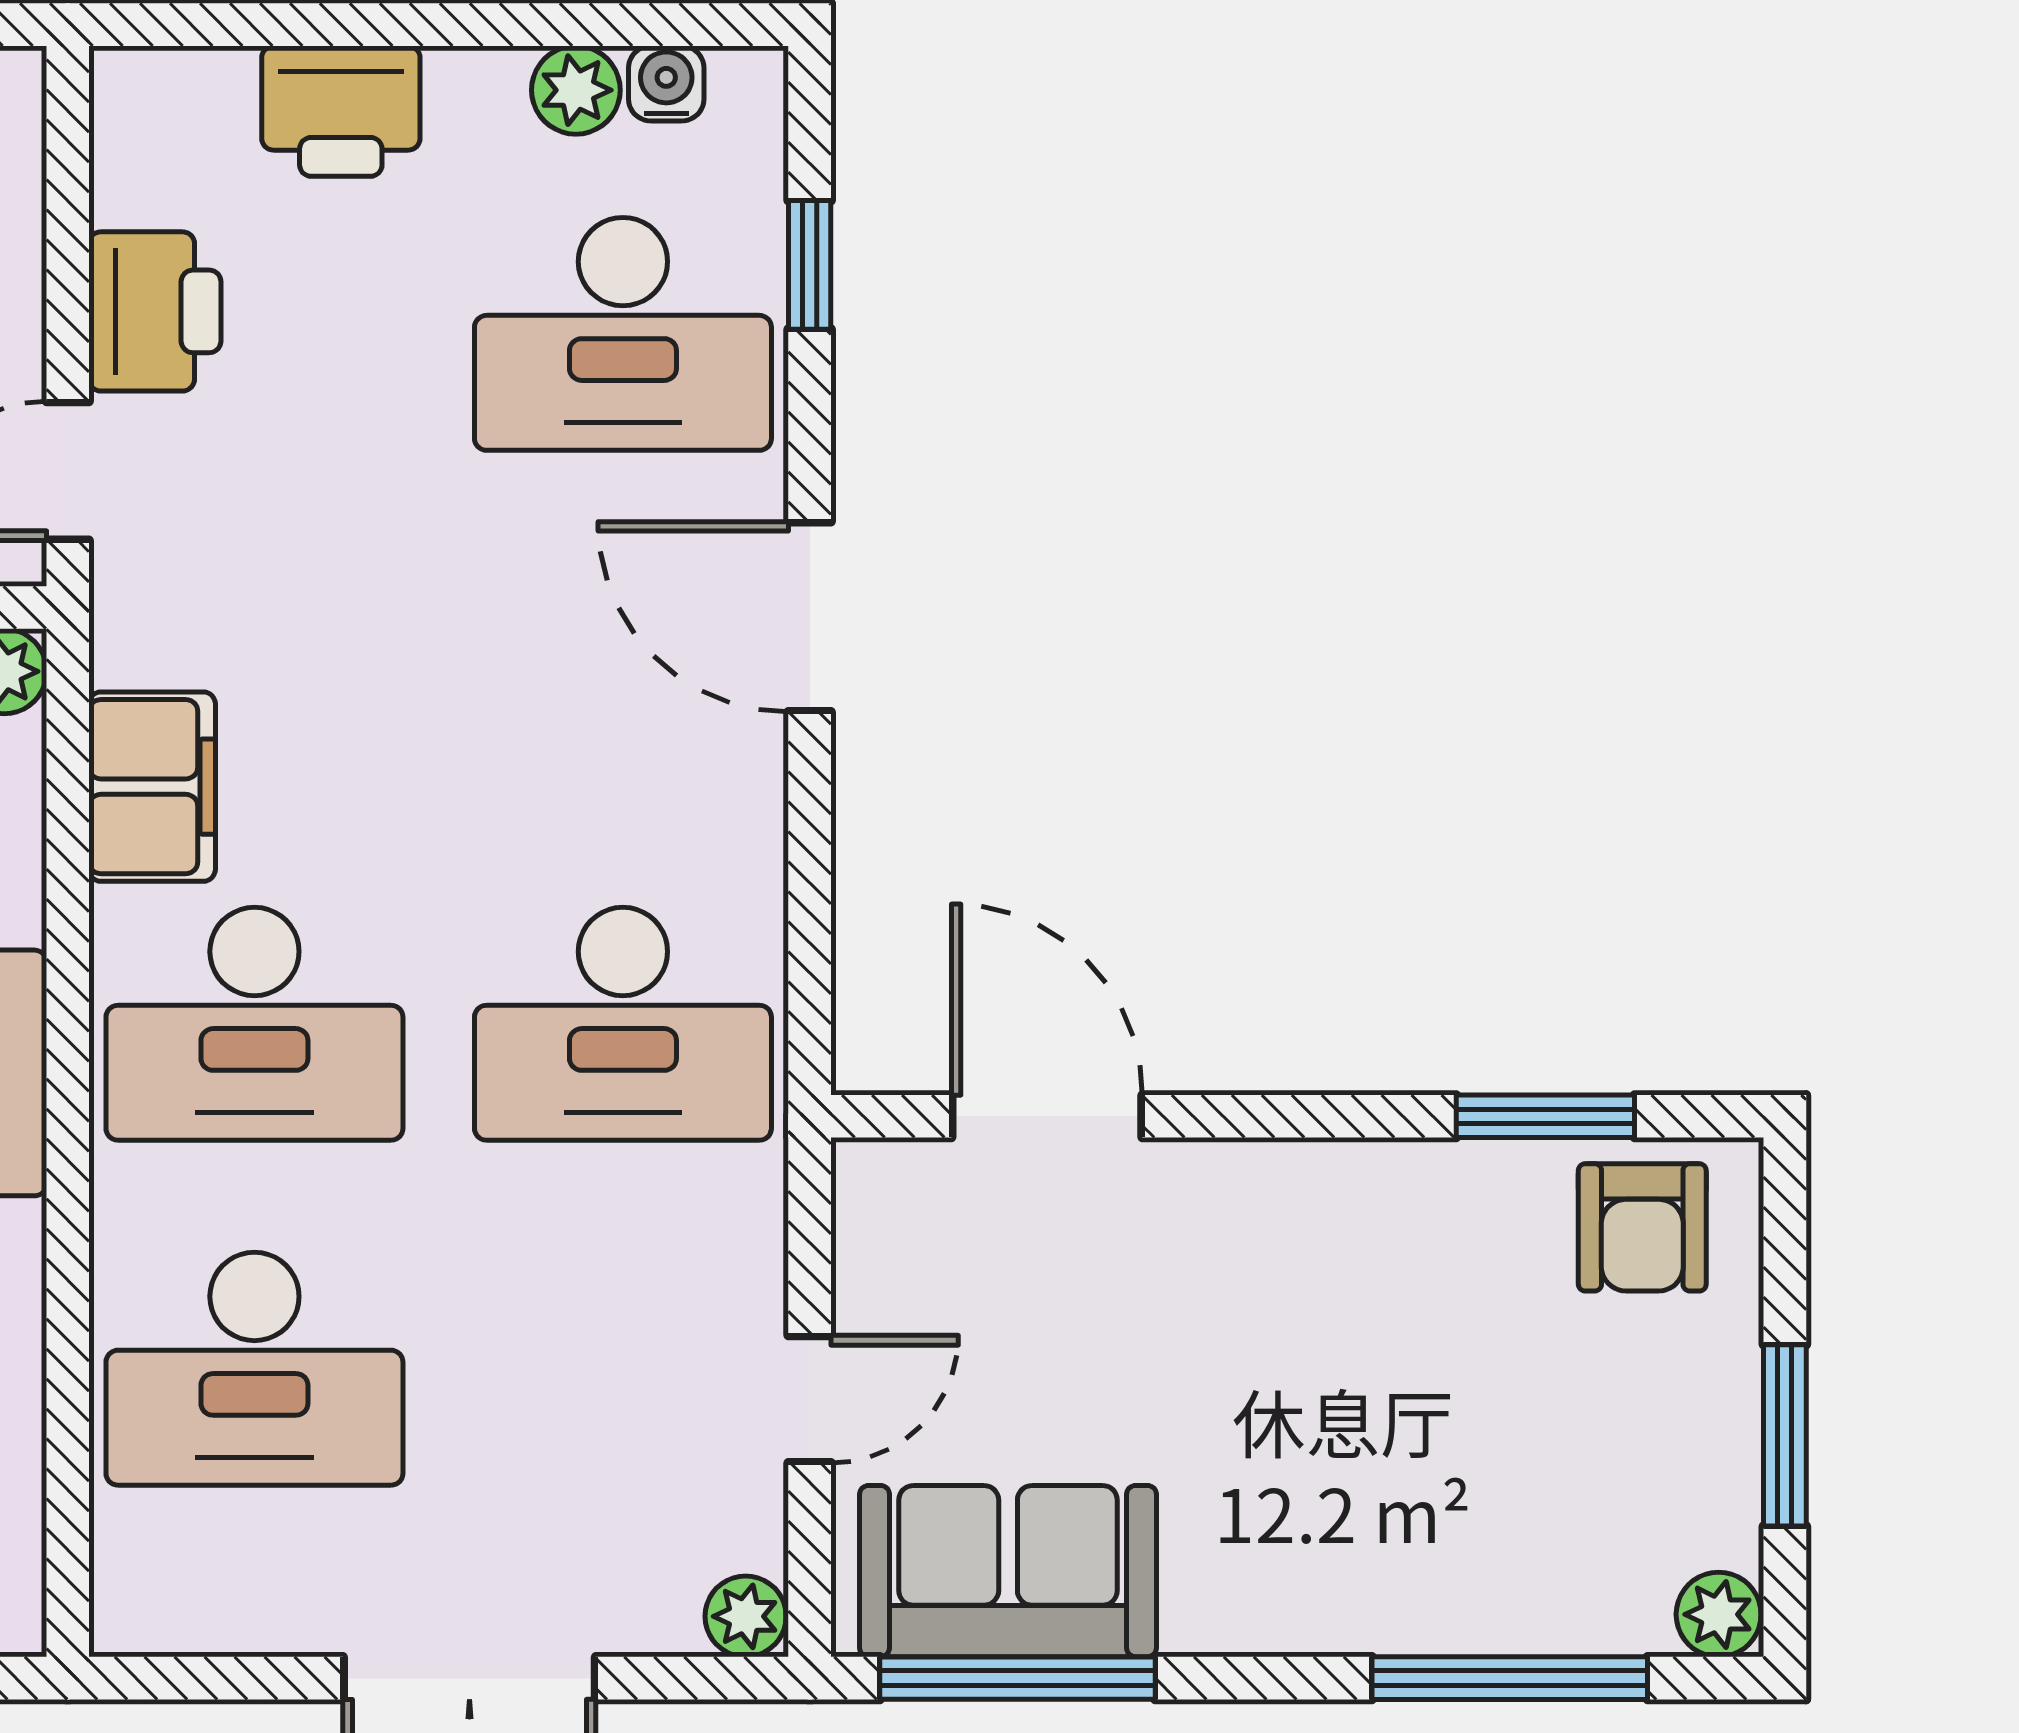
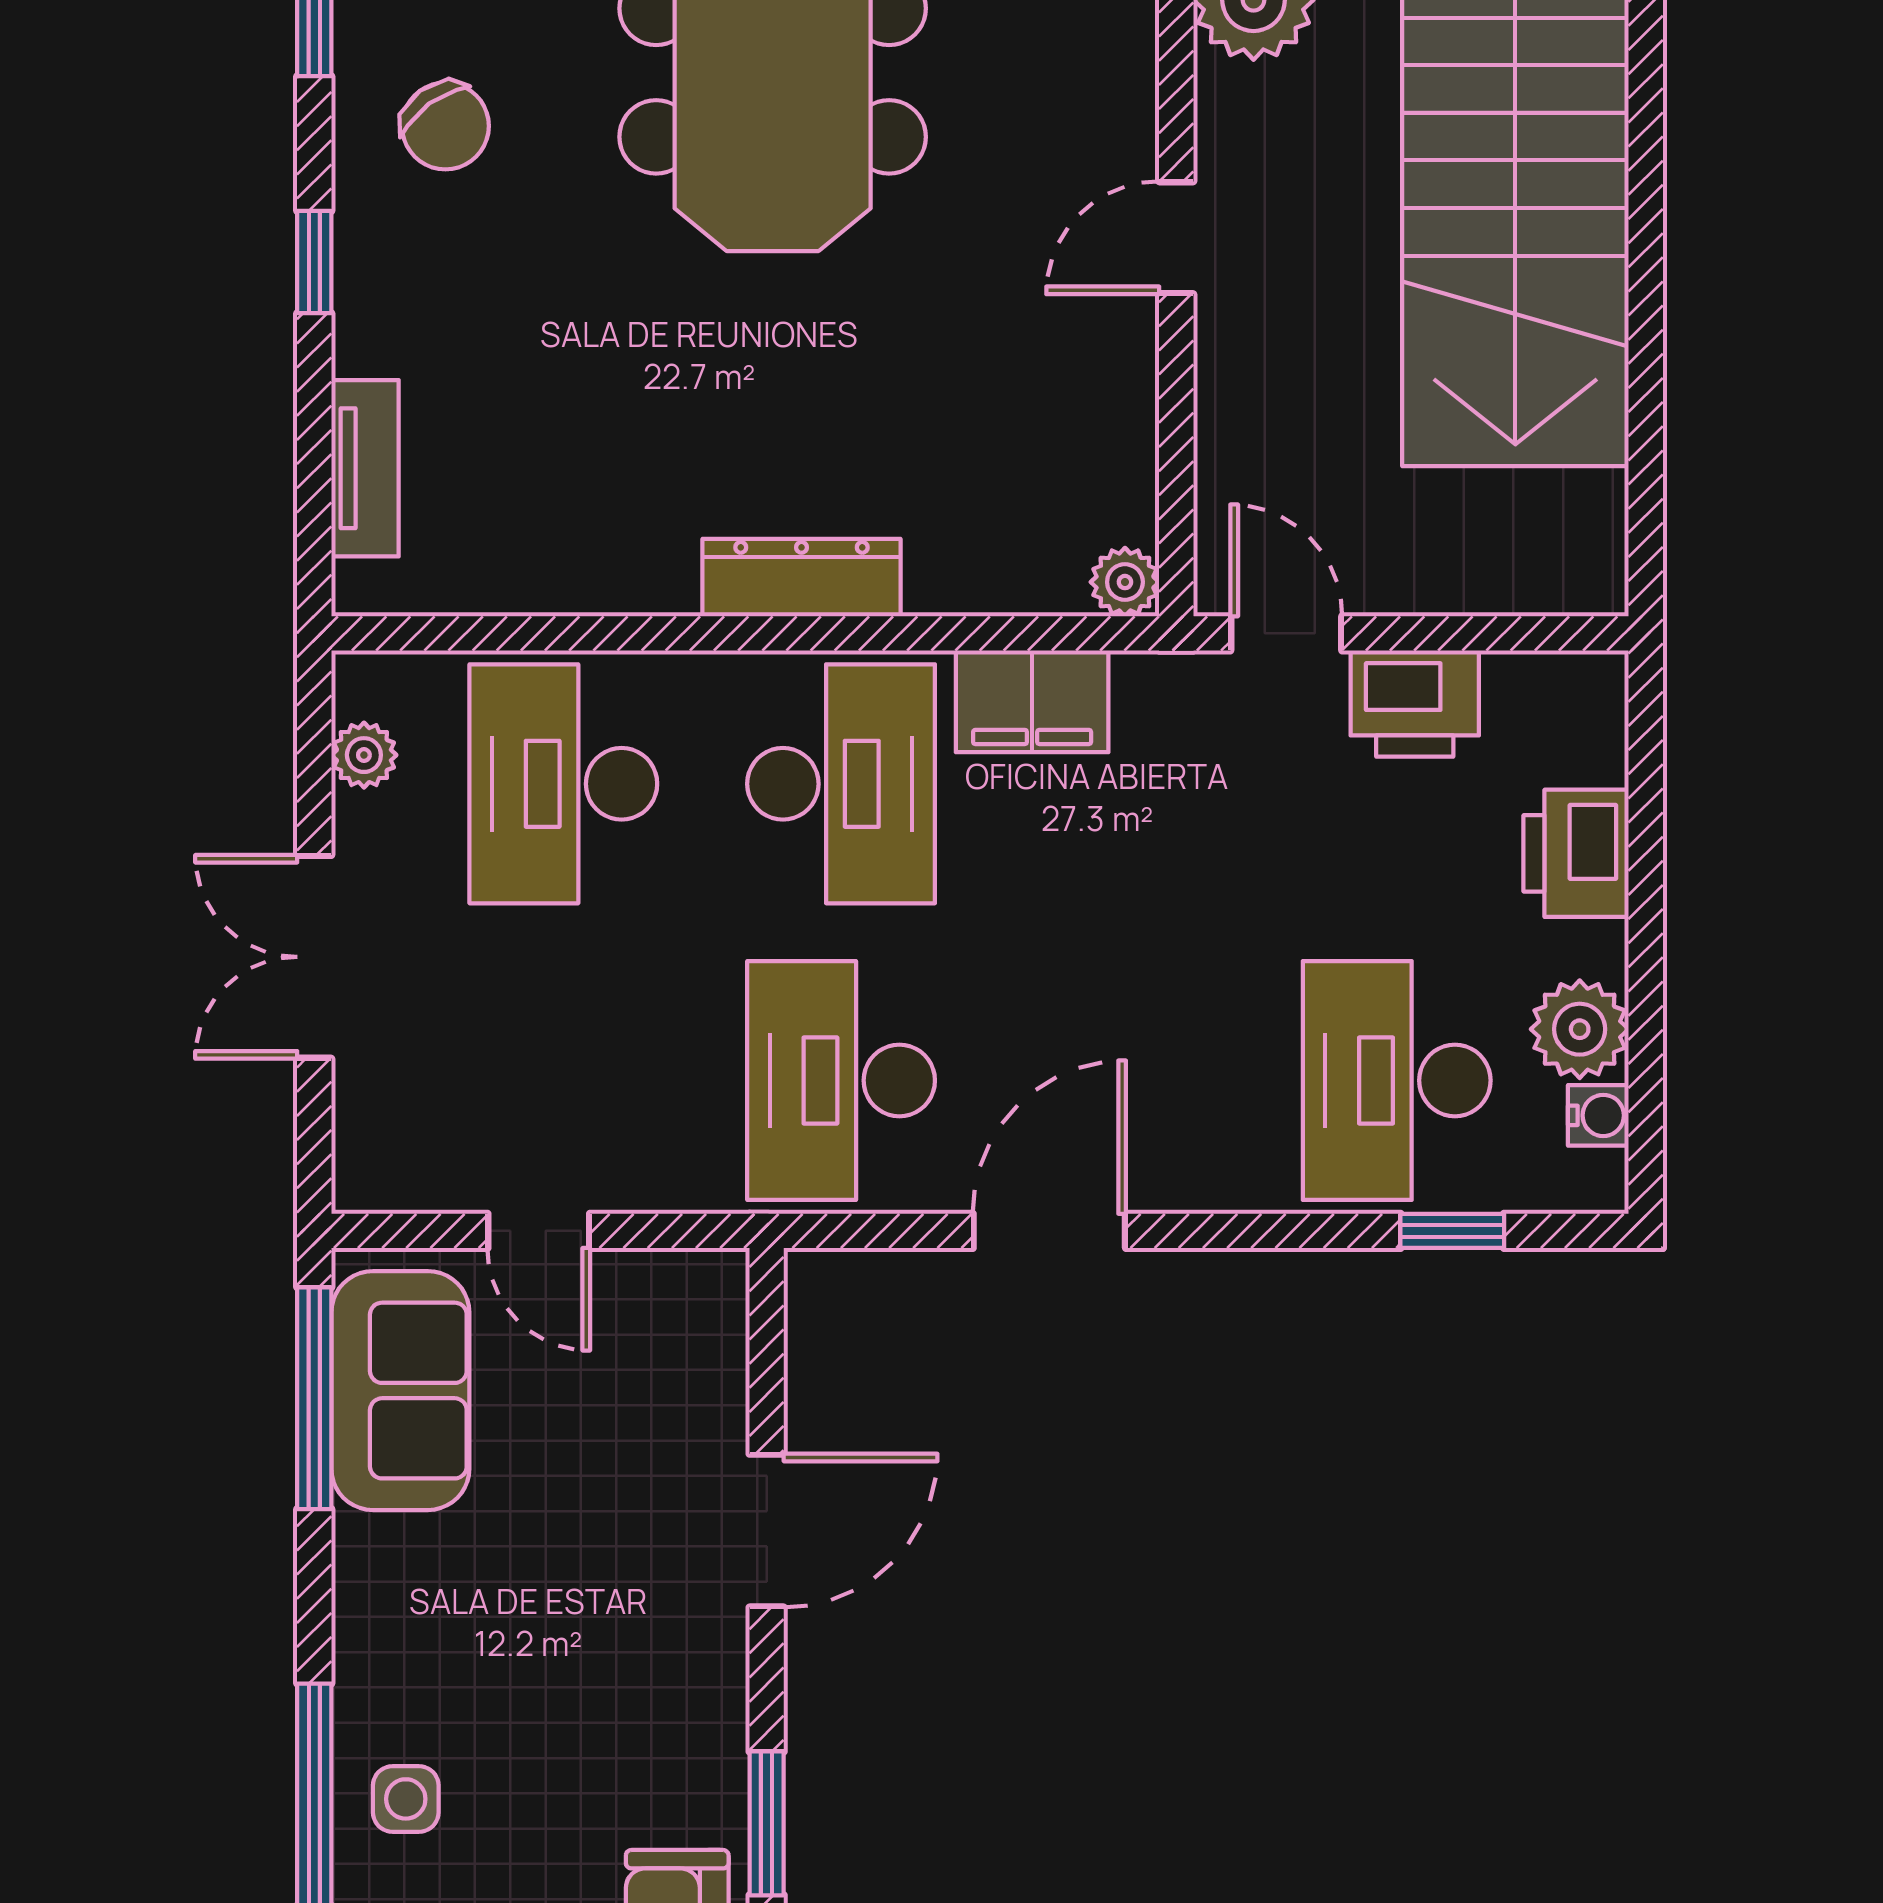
plant: (576, 90) -> (1580, 1029), width x1.38, depth x1.38
door: (810, 617) -> (1049, 1231), moved
desk: (254, 1024) -> (841, 784), turned 180
door: (1047, 1116) -> (767, 1531), moved
side table: (1515, 1564) -> (406, 1799), added
plant: (746, 1616) -> (364, 755), moved

